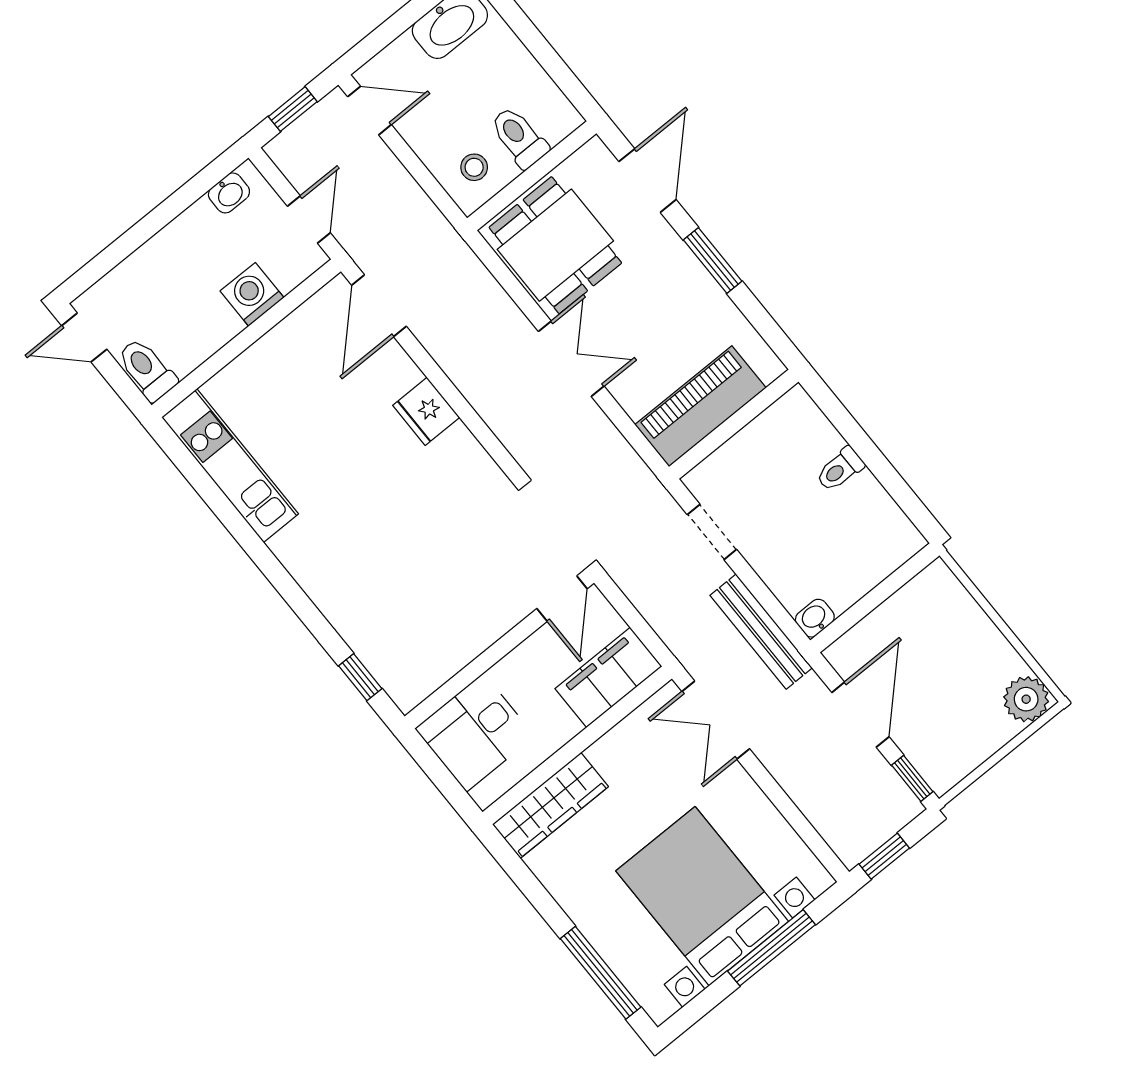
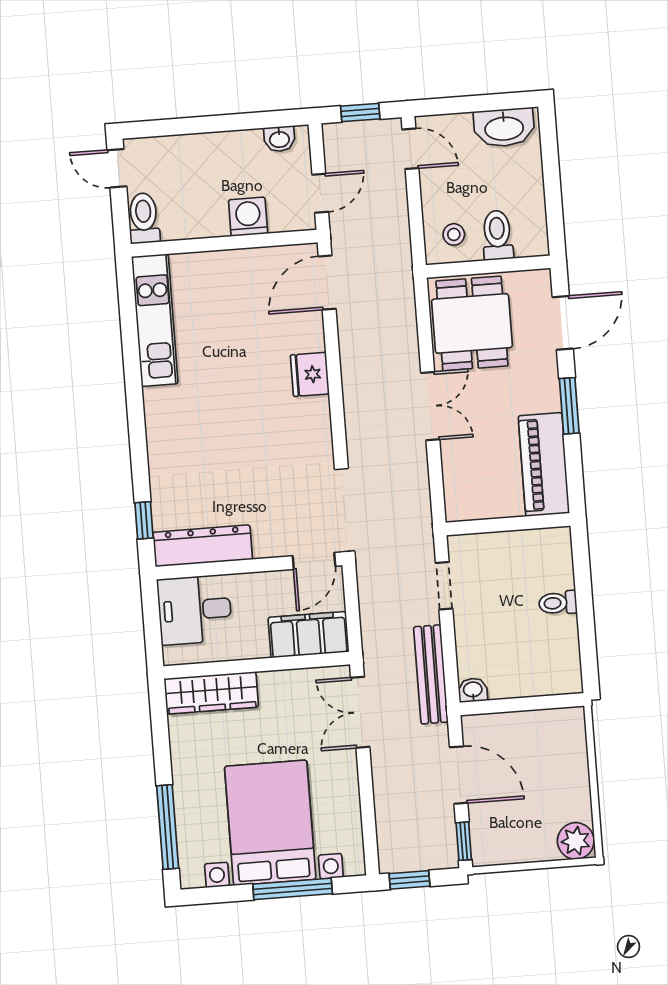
piano: (700, 406) -> (544, 464), moved, turned -90
dresser: (438, 662) -> (203, 546), added
door: (860, 715) -> (459, 775), hinge flipped

